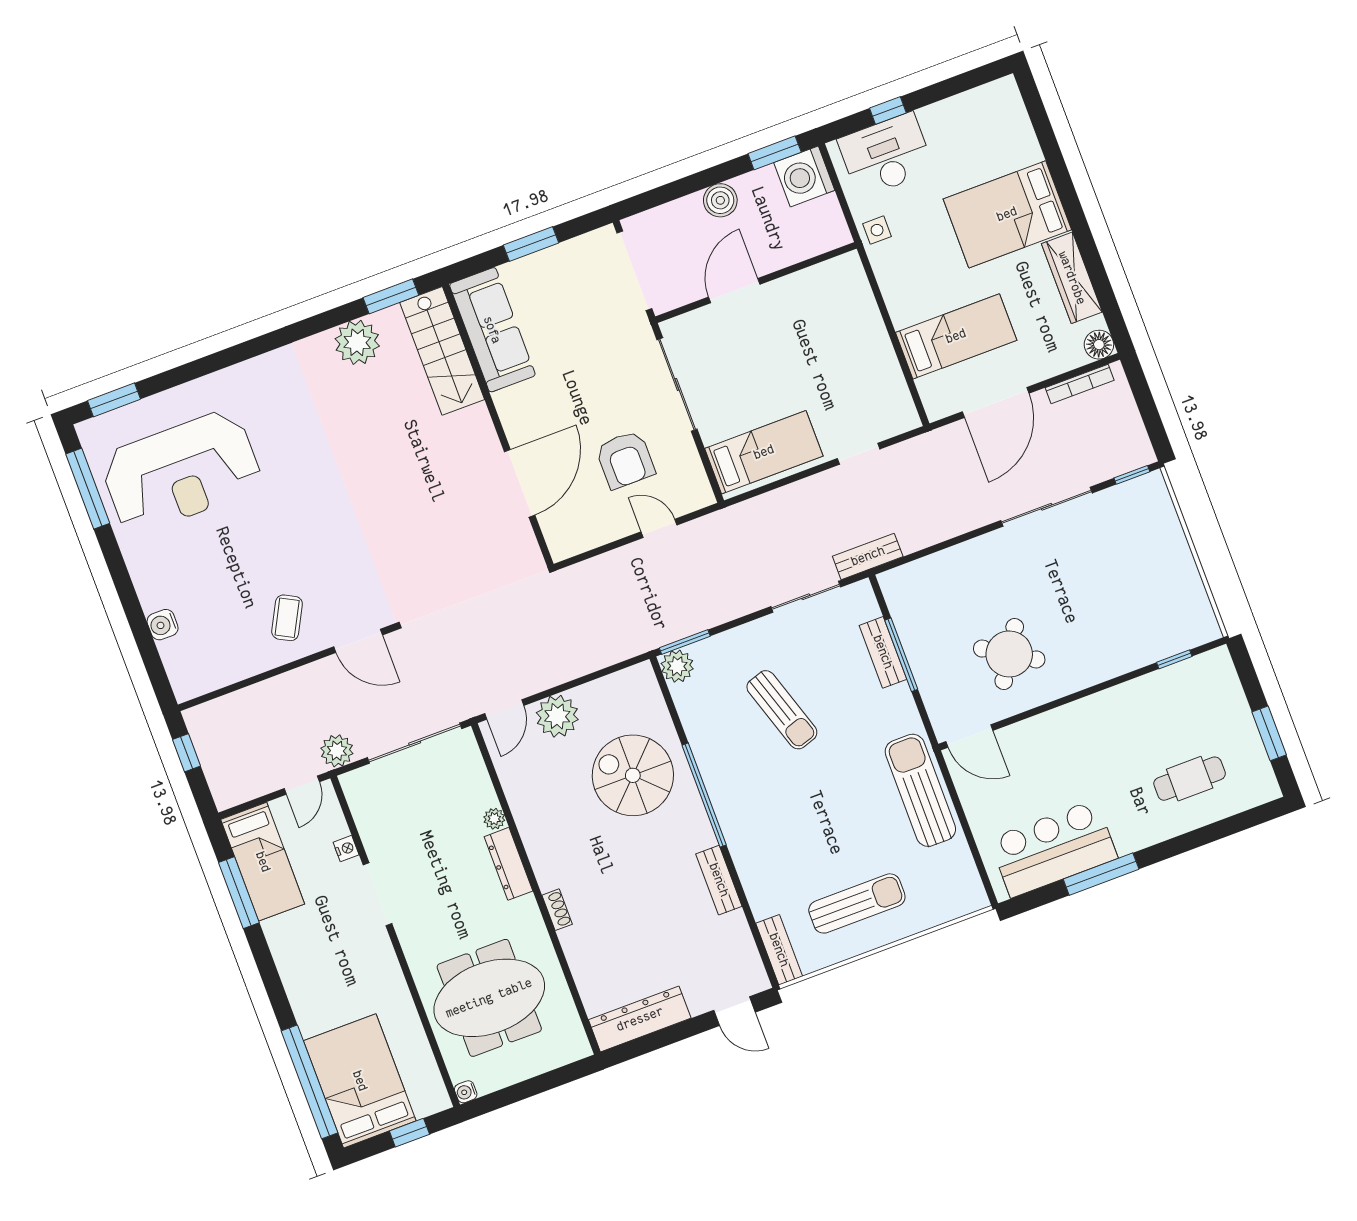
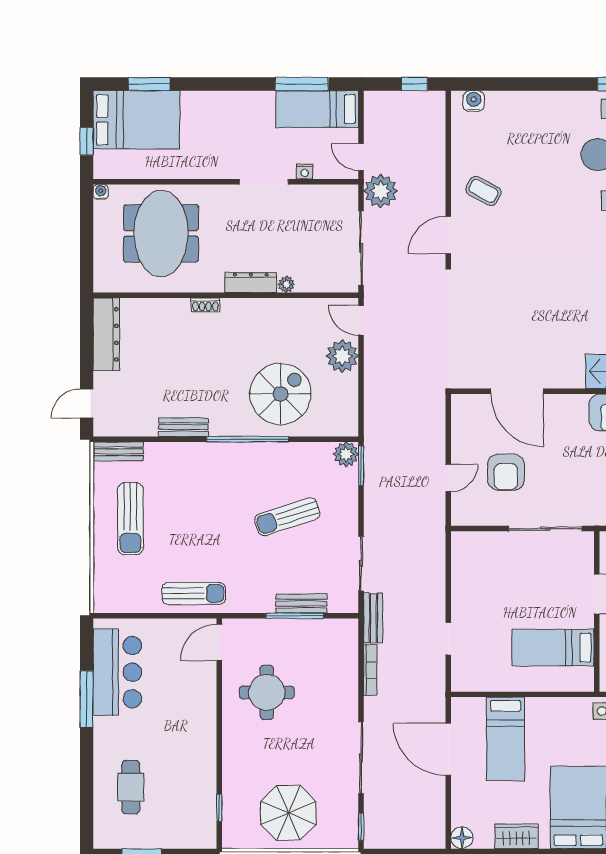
wardrobe: (1072, 278) -> (516, 836), width x0.67
bookcase: (1080, 384) -> (370, 670), moved, turned 180
bed: (764, 452) -> (553, 648), moved, turned 90
armchair: (625, 460) -> (506, 472), turned -90
parasol: (1149, 571) -> (288, 813), added
water cooler: (163, 625) -> (474, 101), moved
round table: (1009, 654) -> (267, 692), turned -32
plant: (337, 751) -> (381, 191), width x1.36, depth x1.36
sun lounger: (920, 790) -> (194, 593), width x0.73, depth x0.75
window: (310, 1082) -> (149, 84), width x0.47

